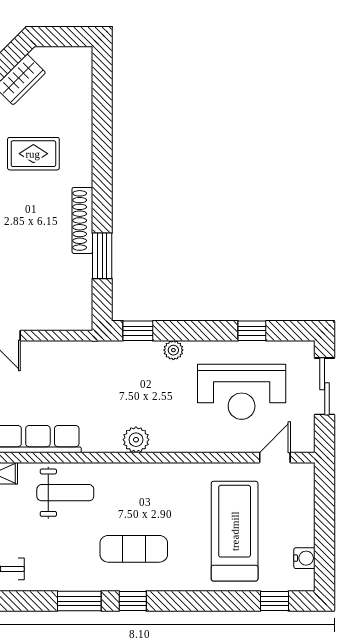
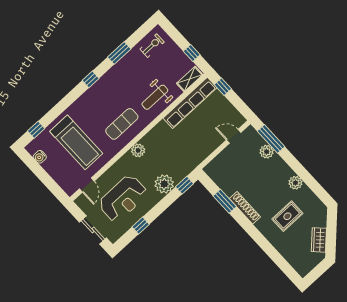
plant: (173, 350) -> (164, 184), width x1.88, depth x1.88
reception desk: (242, 392) -> (123, 198), turned 180
plant: (136, 440) -> (138, 150), moved
exercise mat: (134, 549) -> (122, 124), moved
window: (79, 601) -> (119, 53), moved

